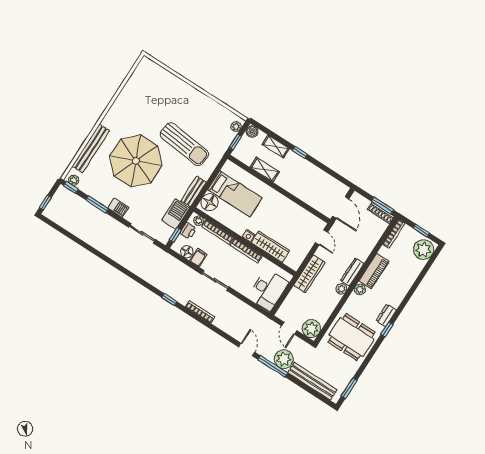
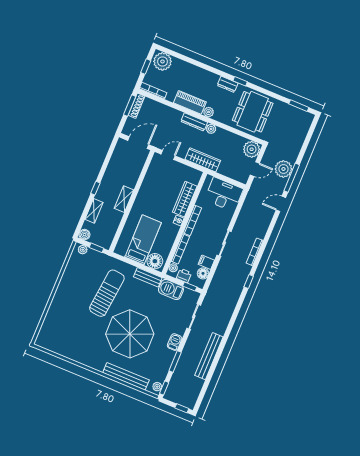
shelving: (265, 170) -> (124, 199), moved
bench: (312, 381) -> (209, 356), moved

